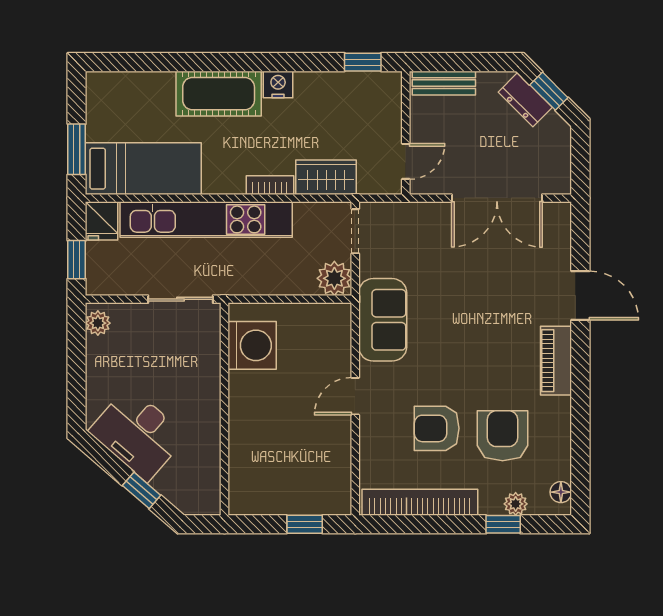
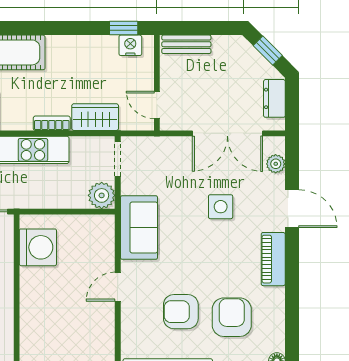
nightstand: (278, 84) -> (130, 45), moved
dresser: (525, 100) -> (274, 98), moved, turned 45
door: (406, 161) -> (157, 105), swing flipped
plant: (559, 238) -> (276, 164), added
side table: (488, 293) -> (221, 207), added

